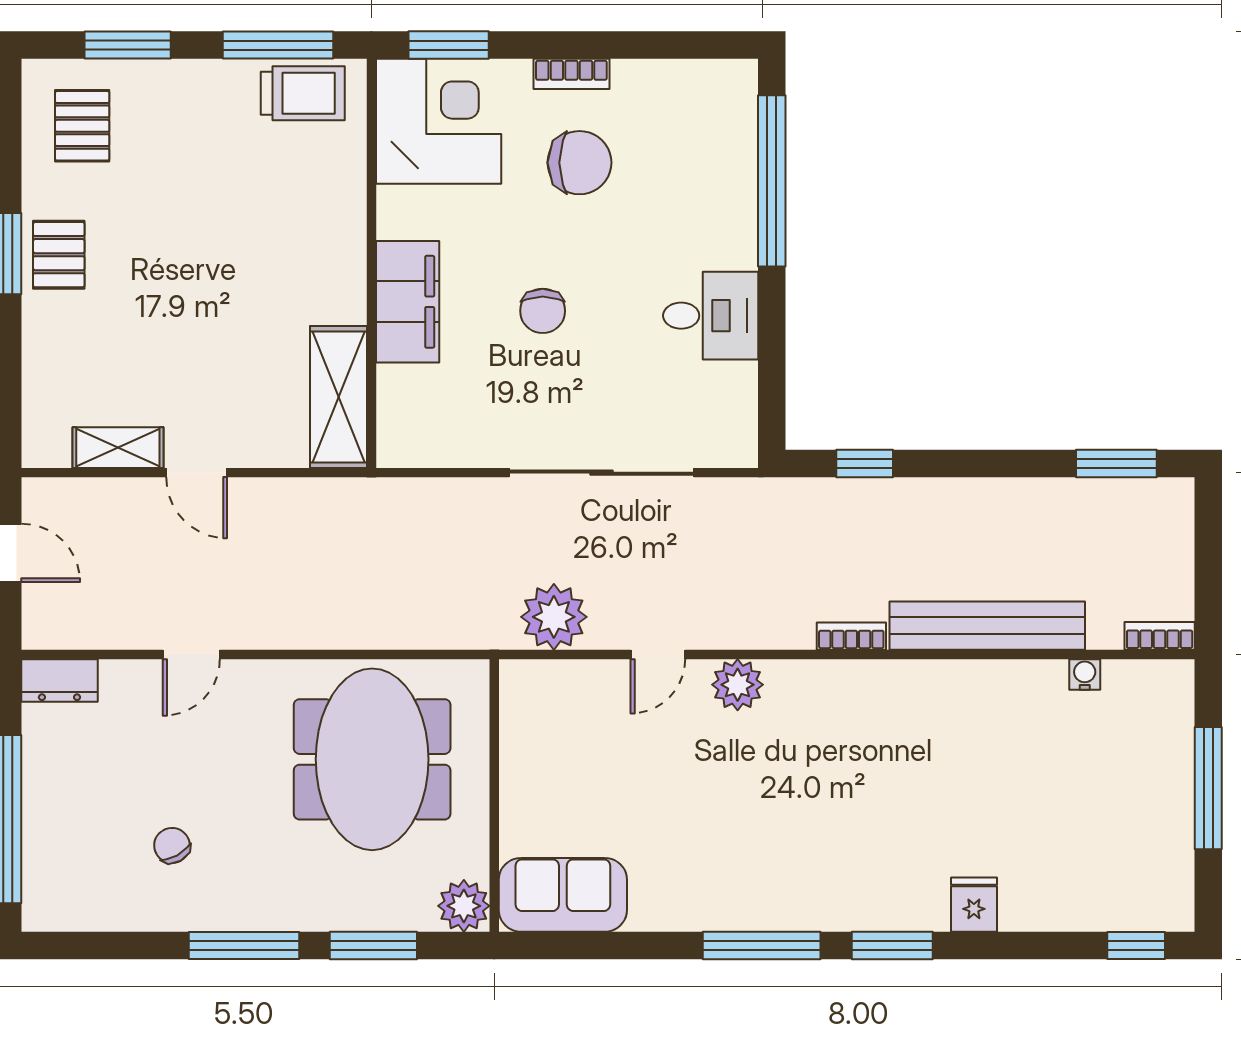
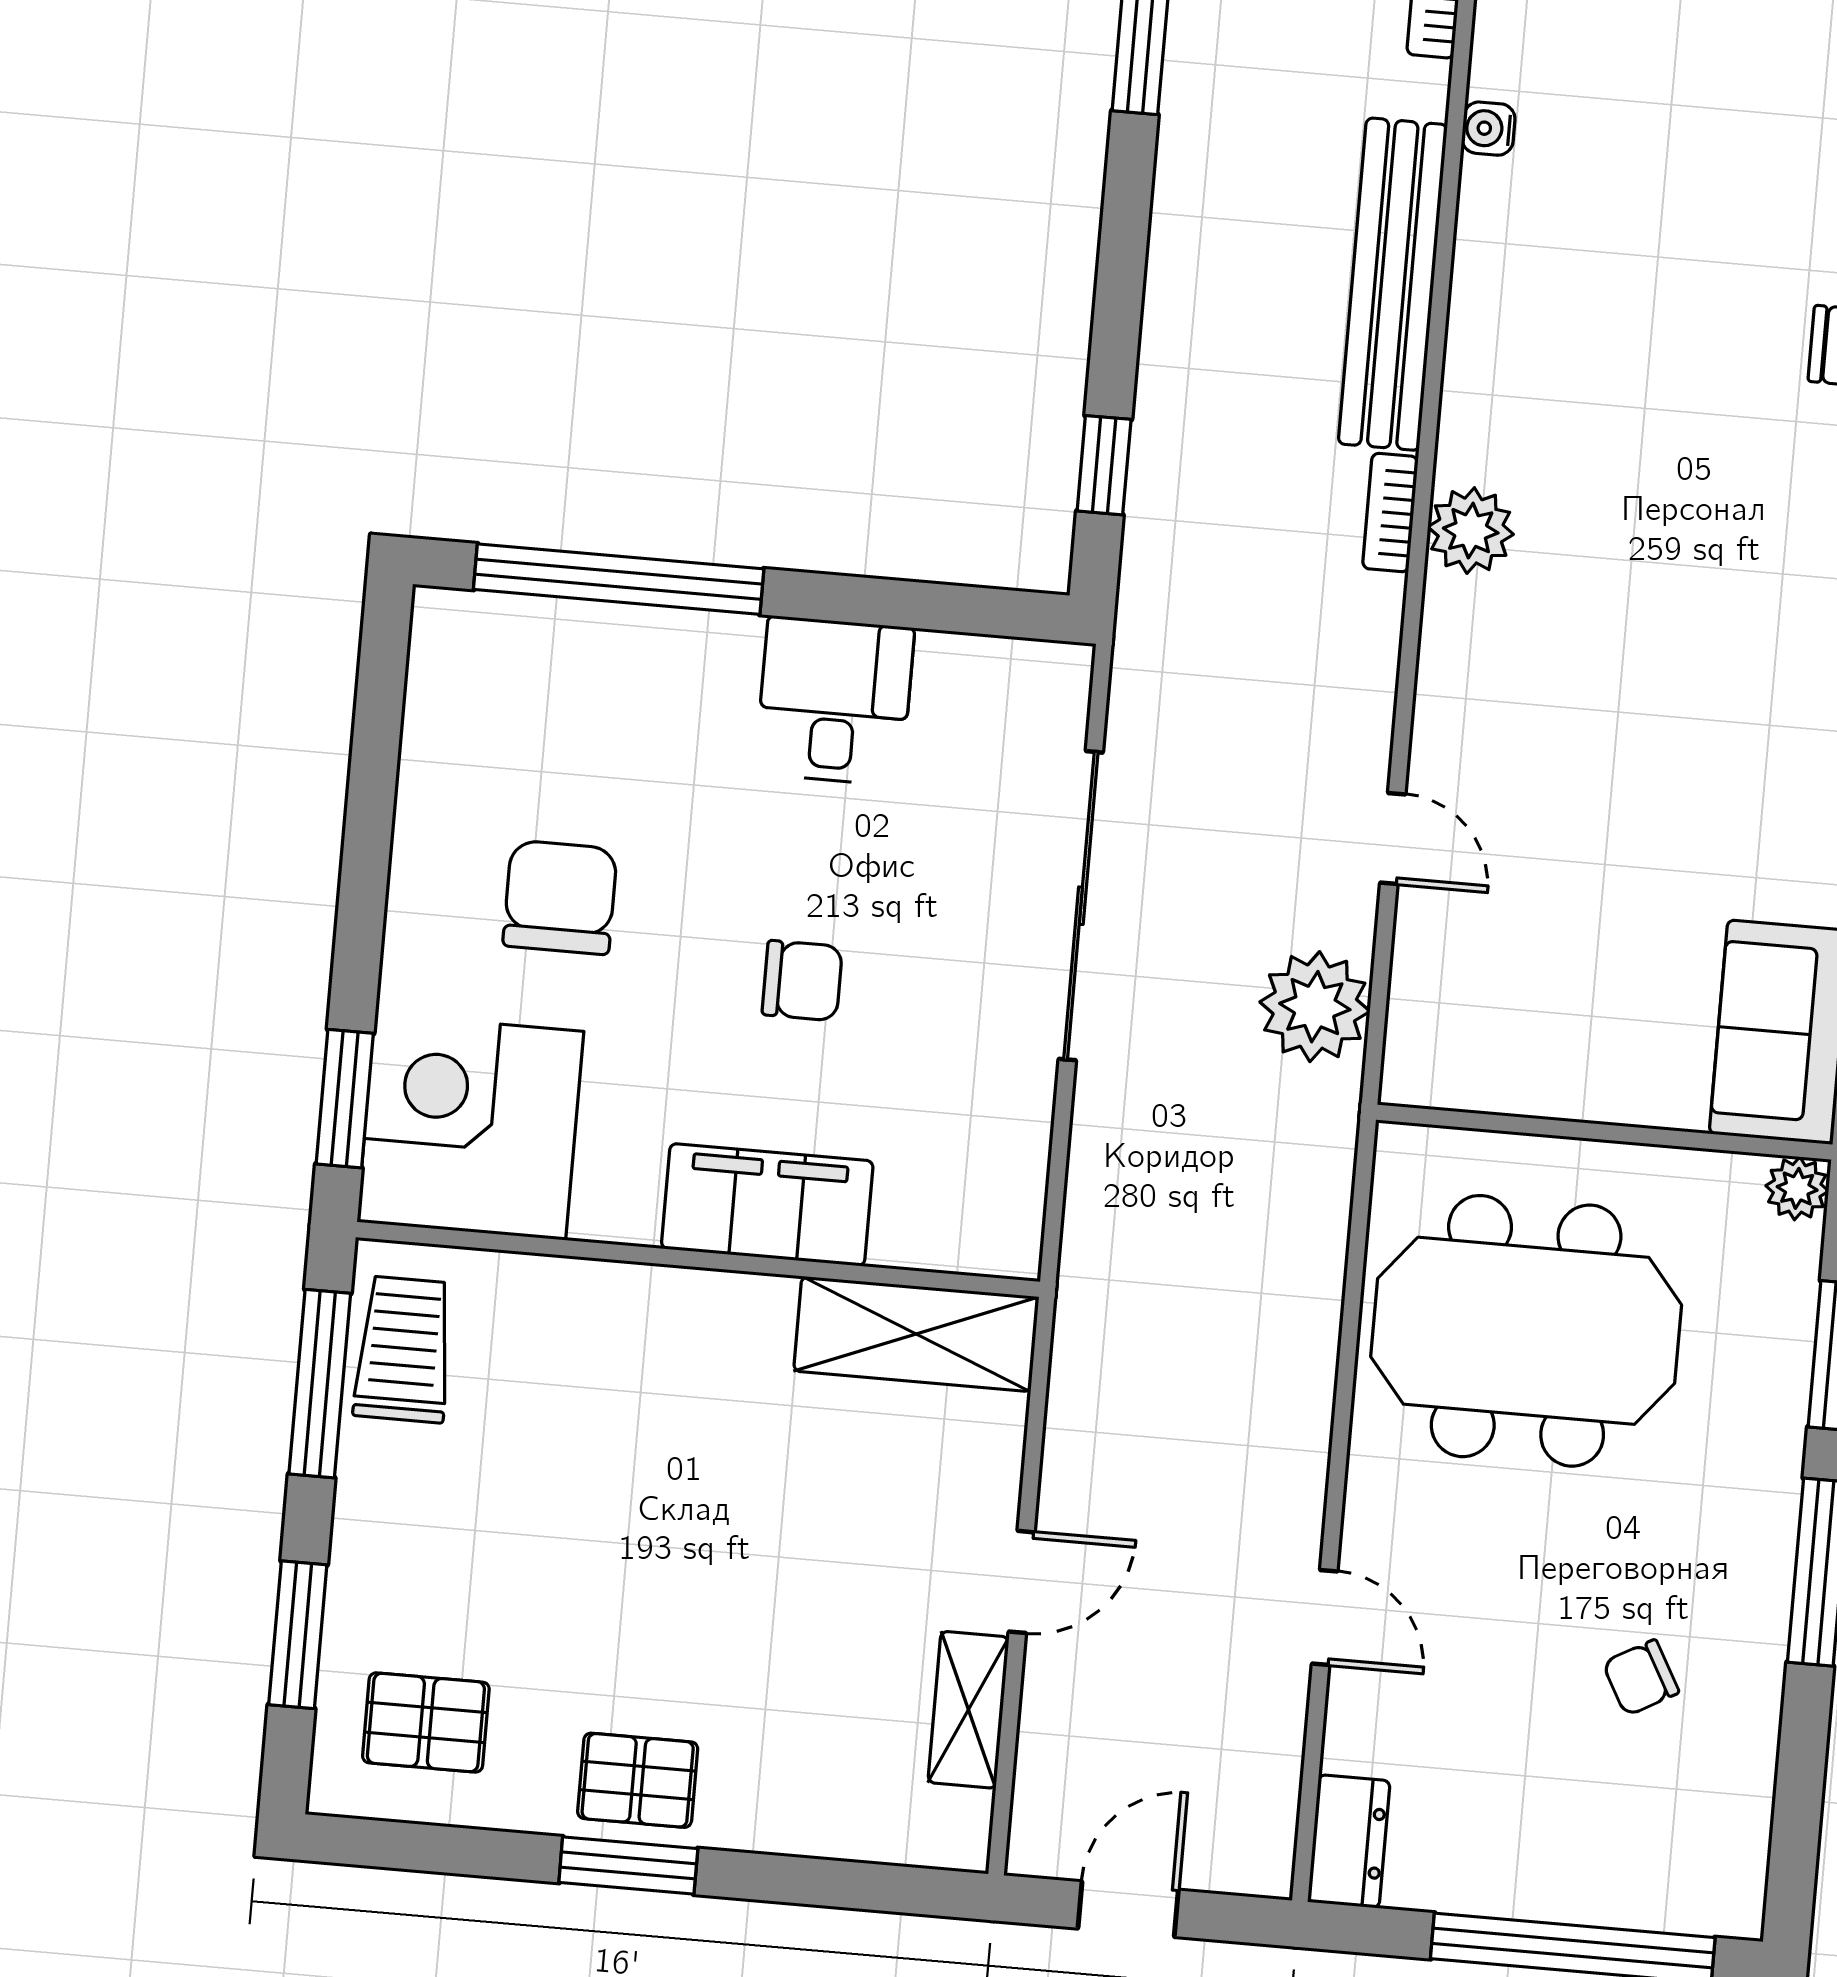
bookcase: (571, 74) -> (411, 898), removed
plant: (738, 685) -> (1471, 531), moved
plant: (464, 906) -> (1797, 1188), width x0.73, depth x0.73

